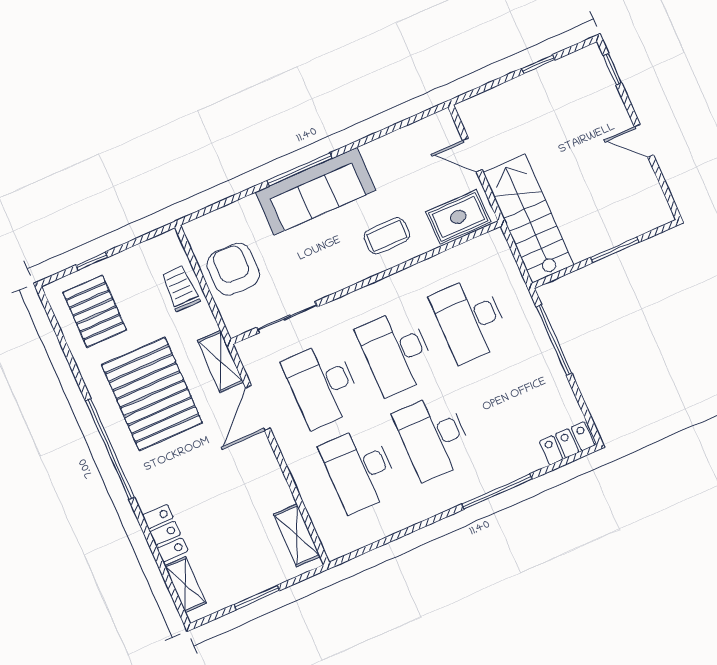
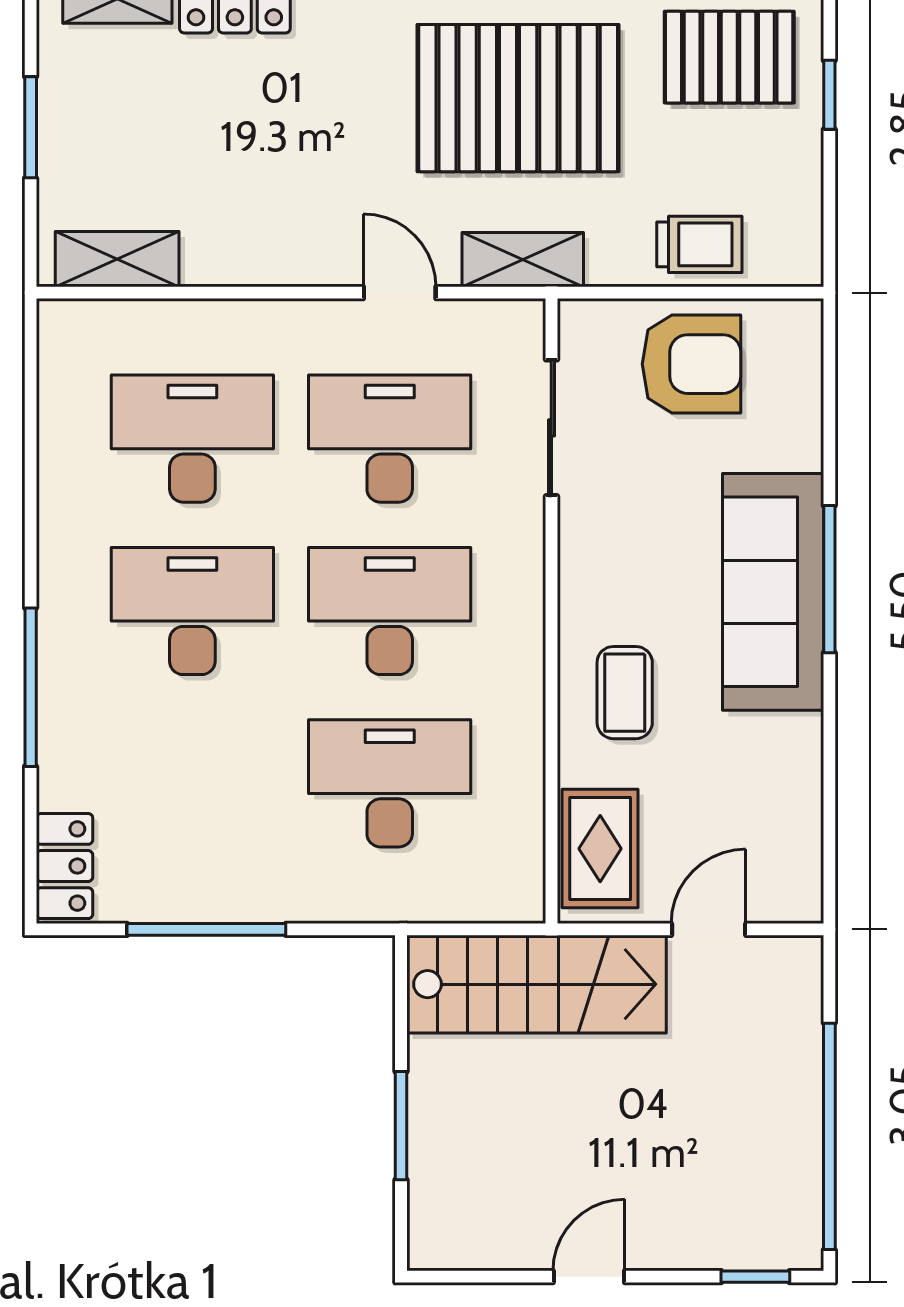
window: (538, 64) -> (829, 1136), width x3.17
window: (554, 340) -> (206, 929), moved
door: (258, 408) -> (400, 293), width x0.73

